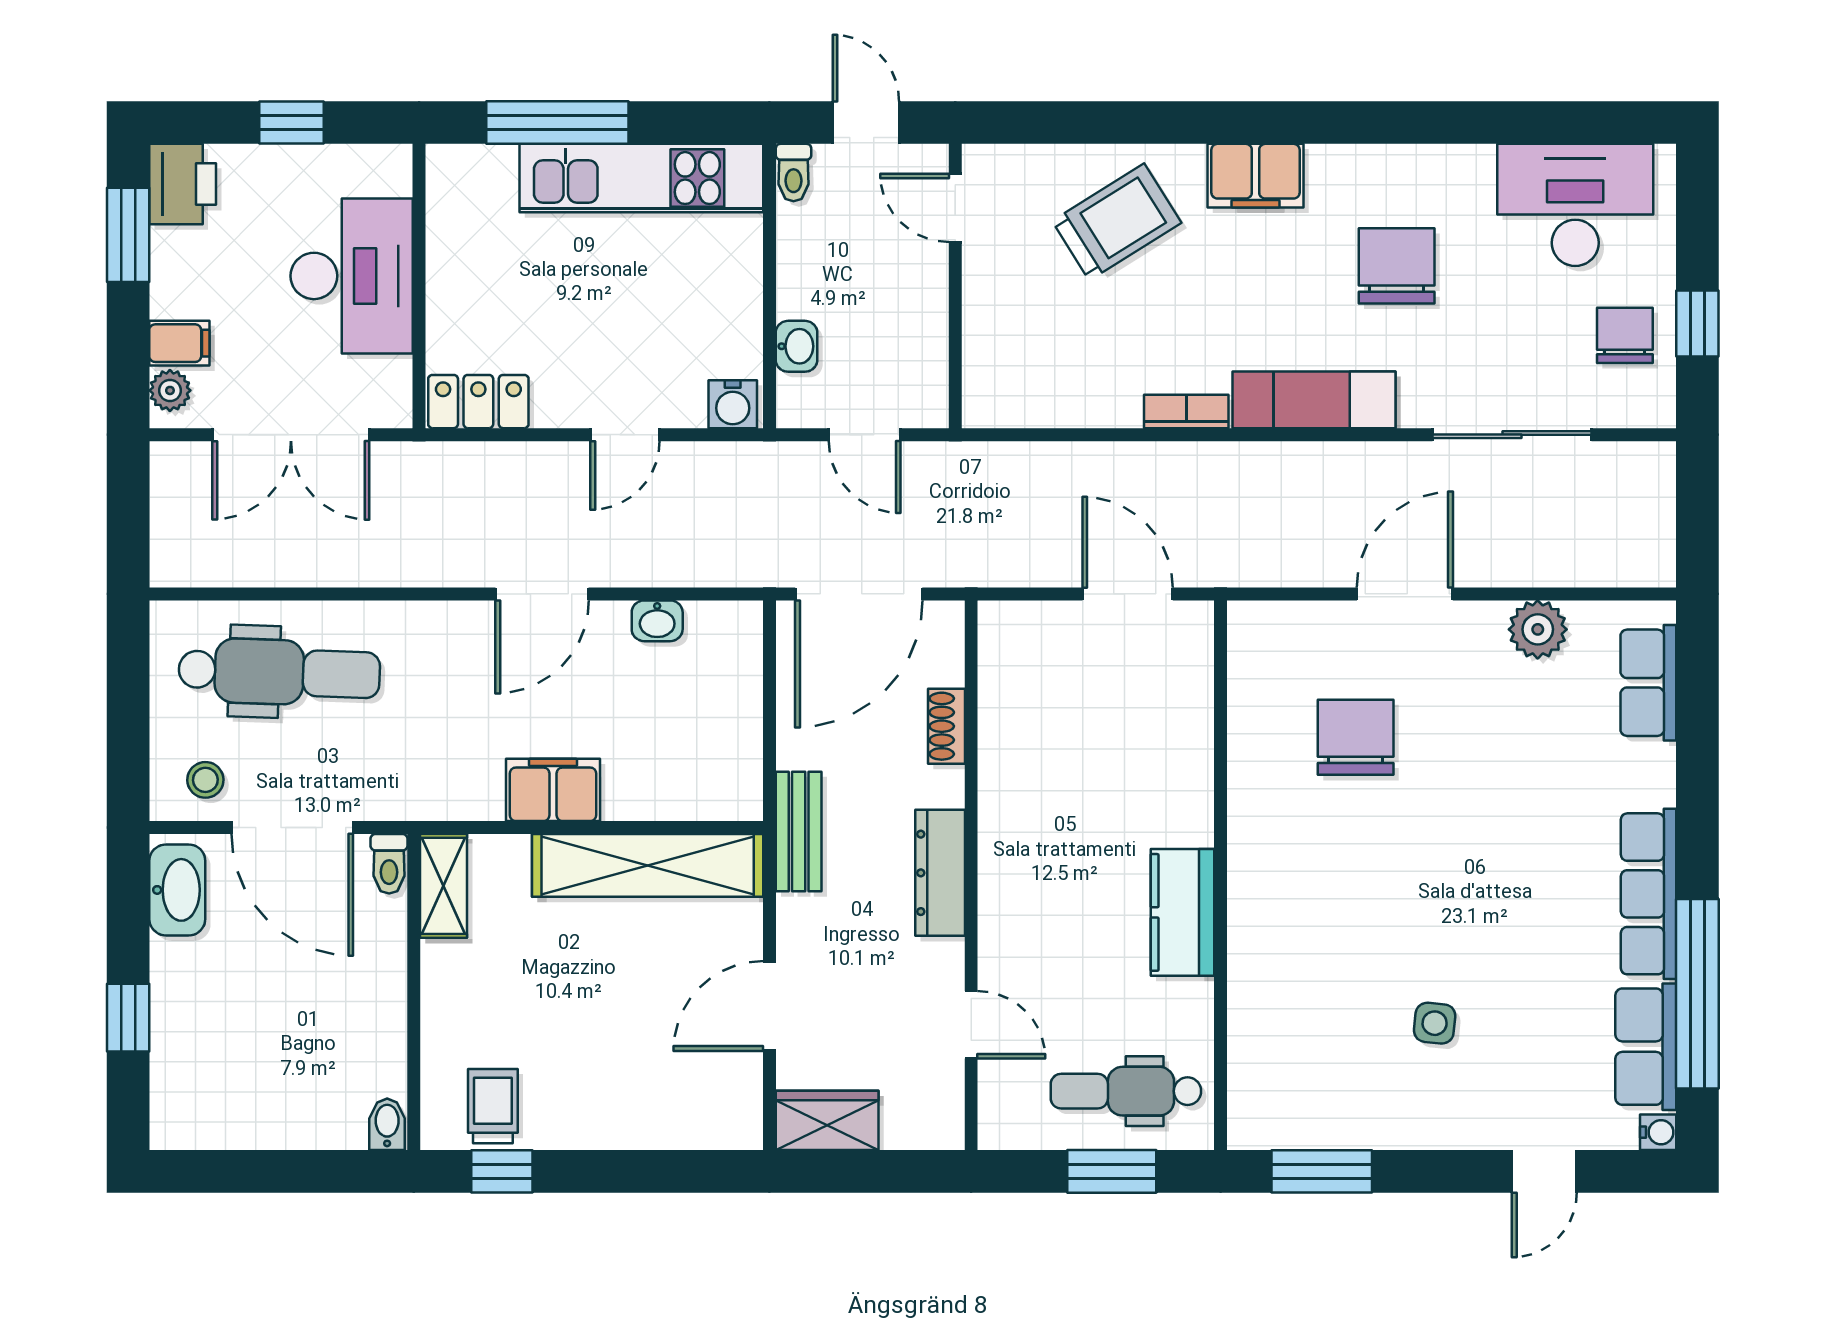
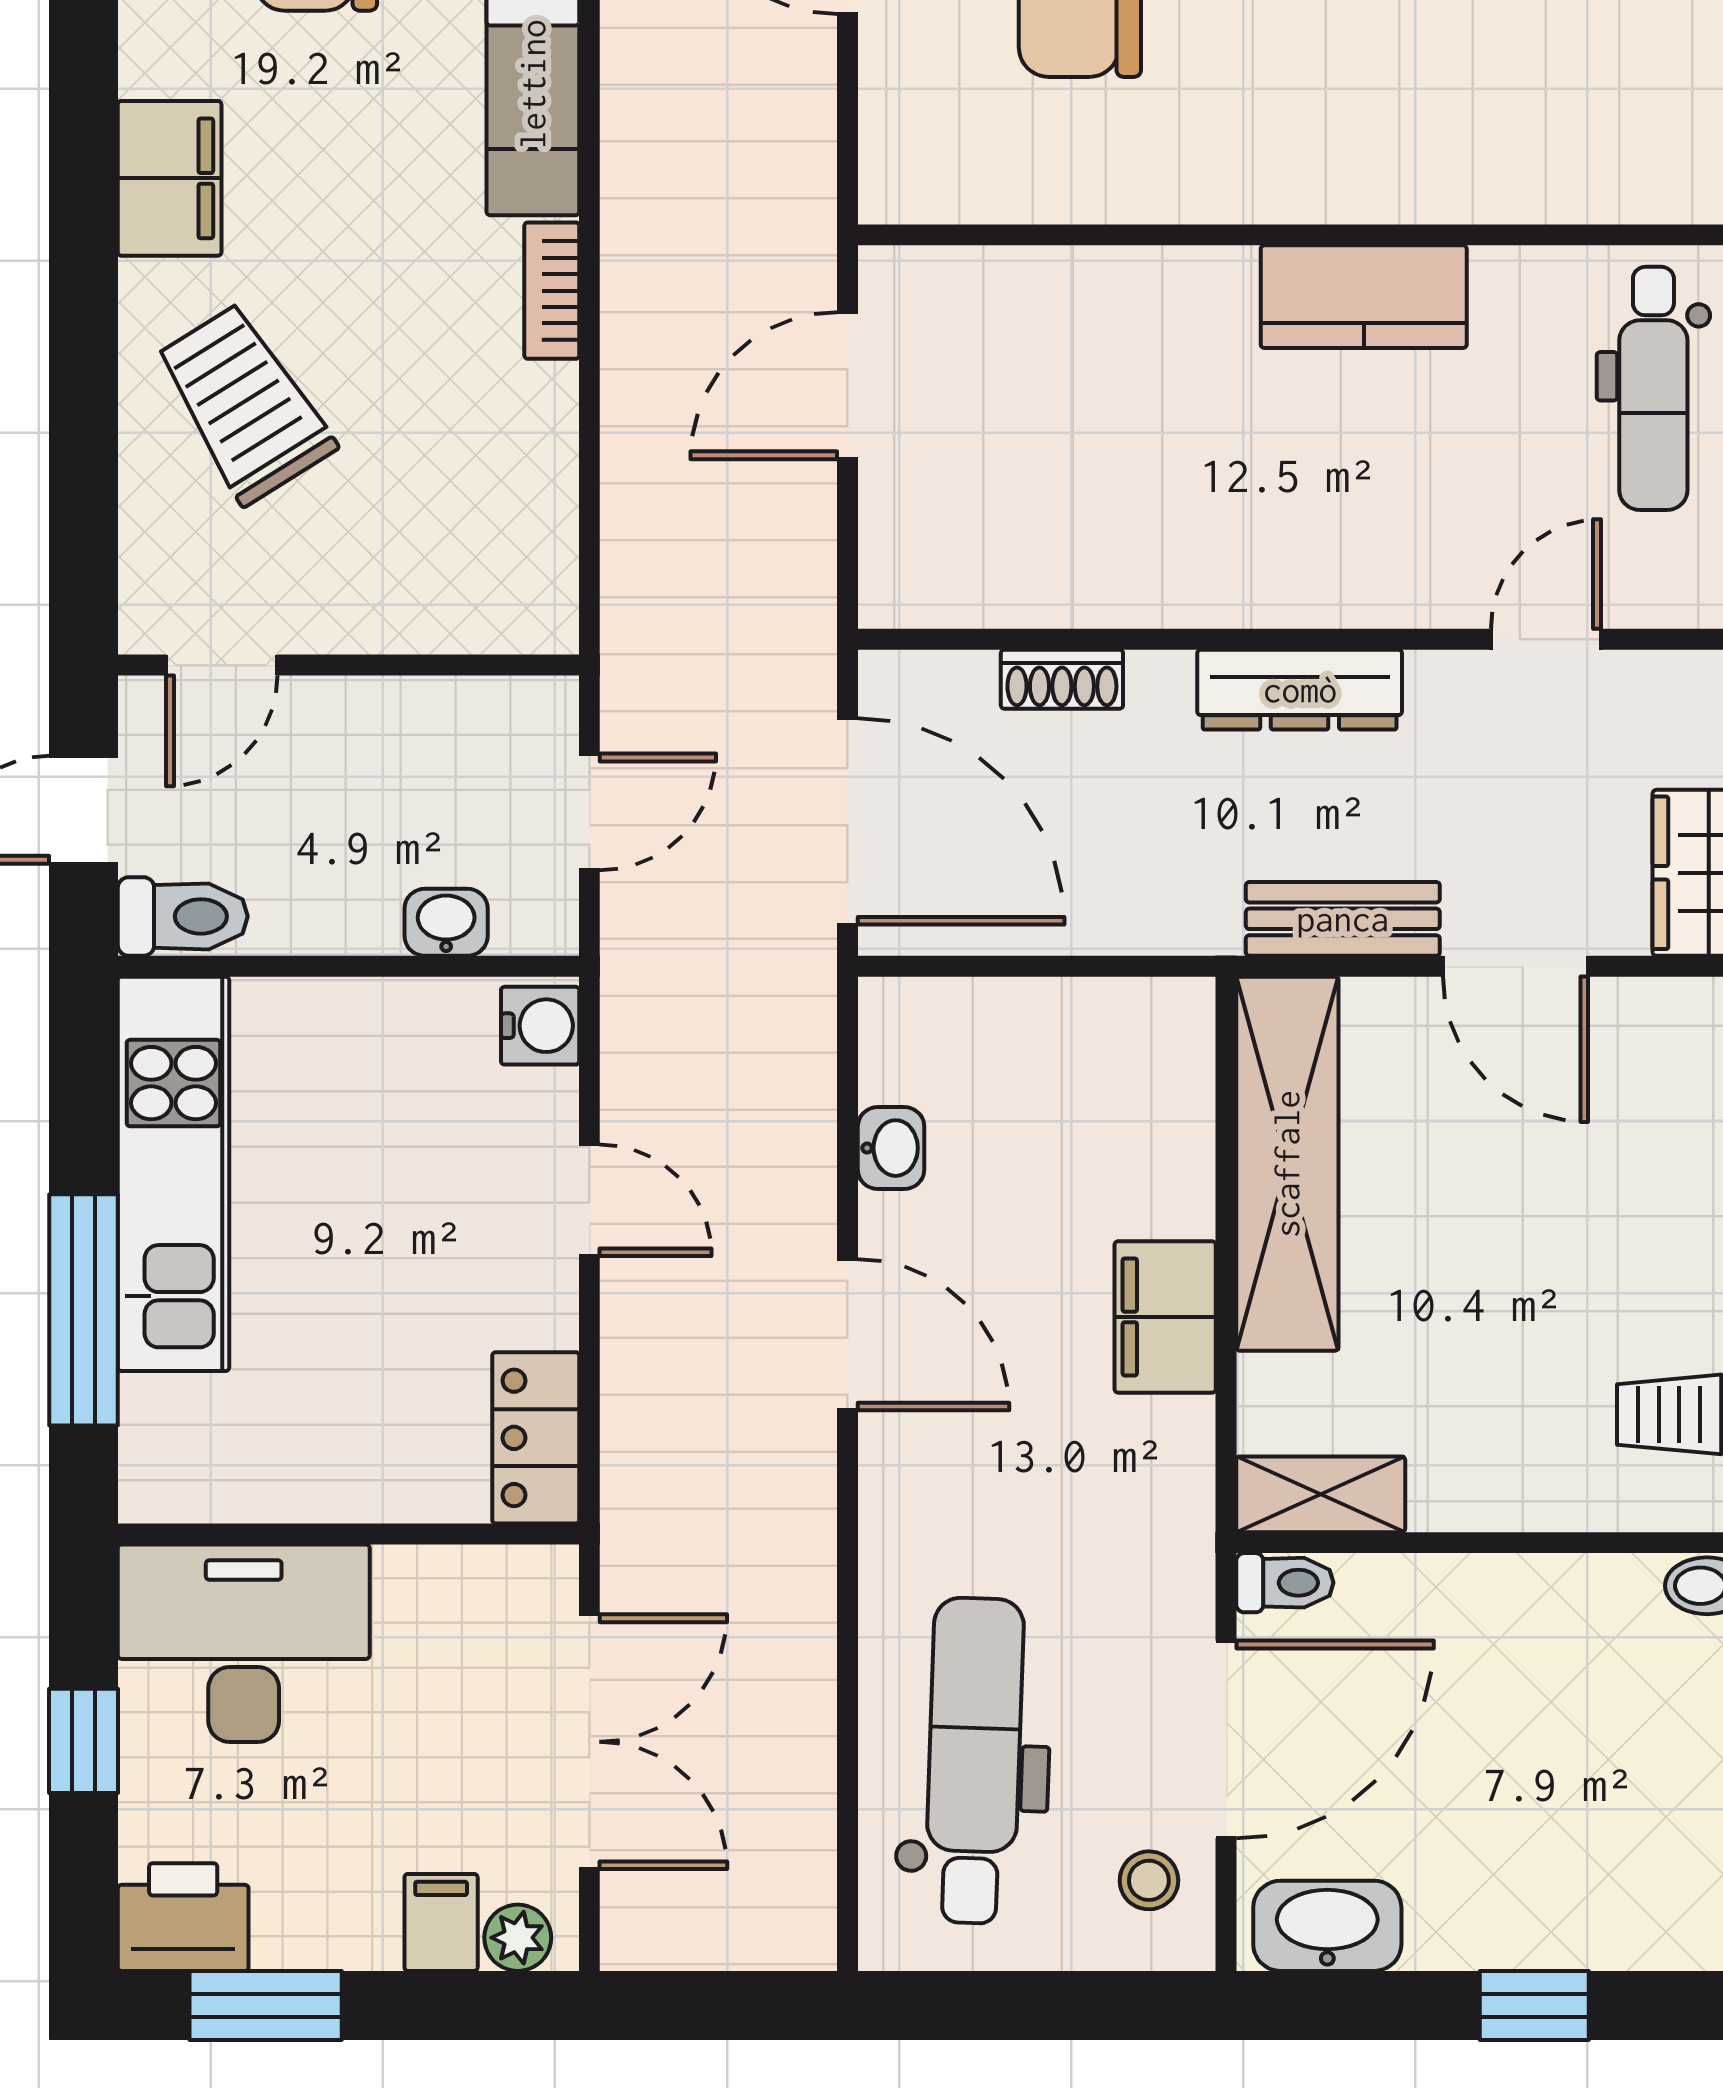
toilet: (794, 173) -> (183, 916), width x1.37, depth x1.39
desk: (352, 276) -> (244, 1643), moved
bench: (799, 831) -> (1343, 919), moved

